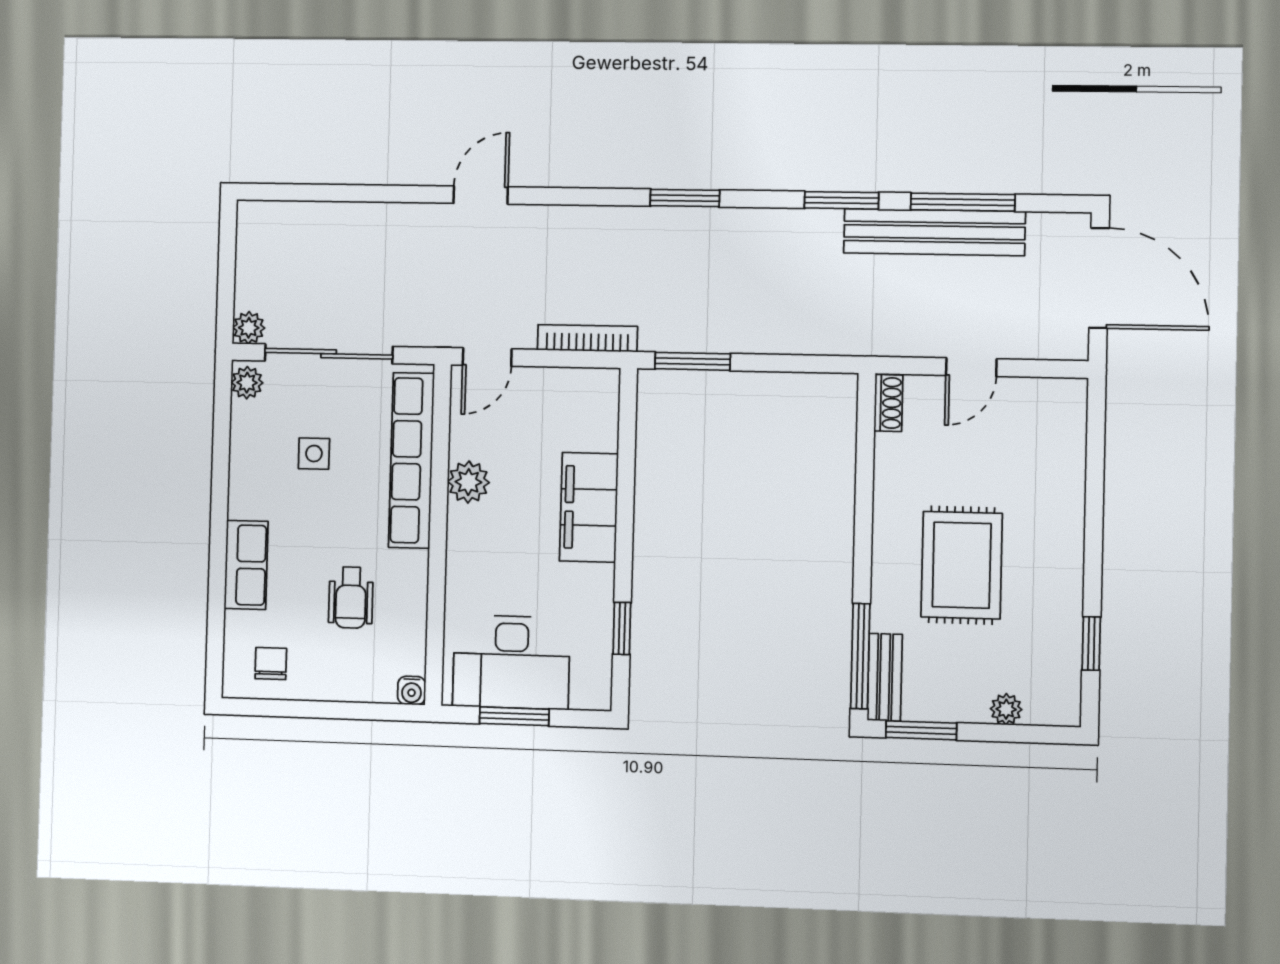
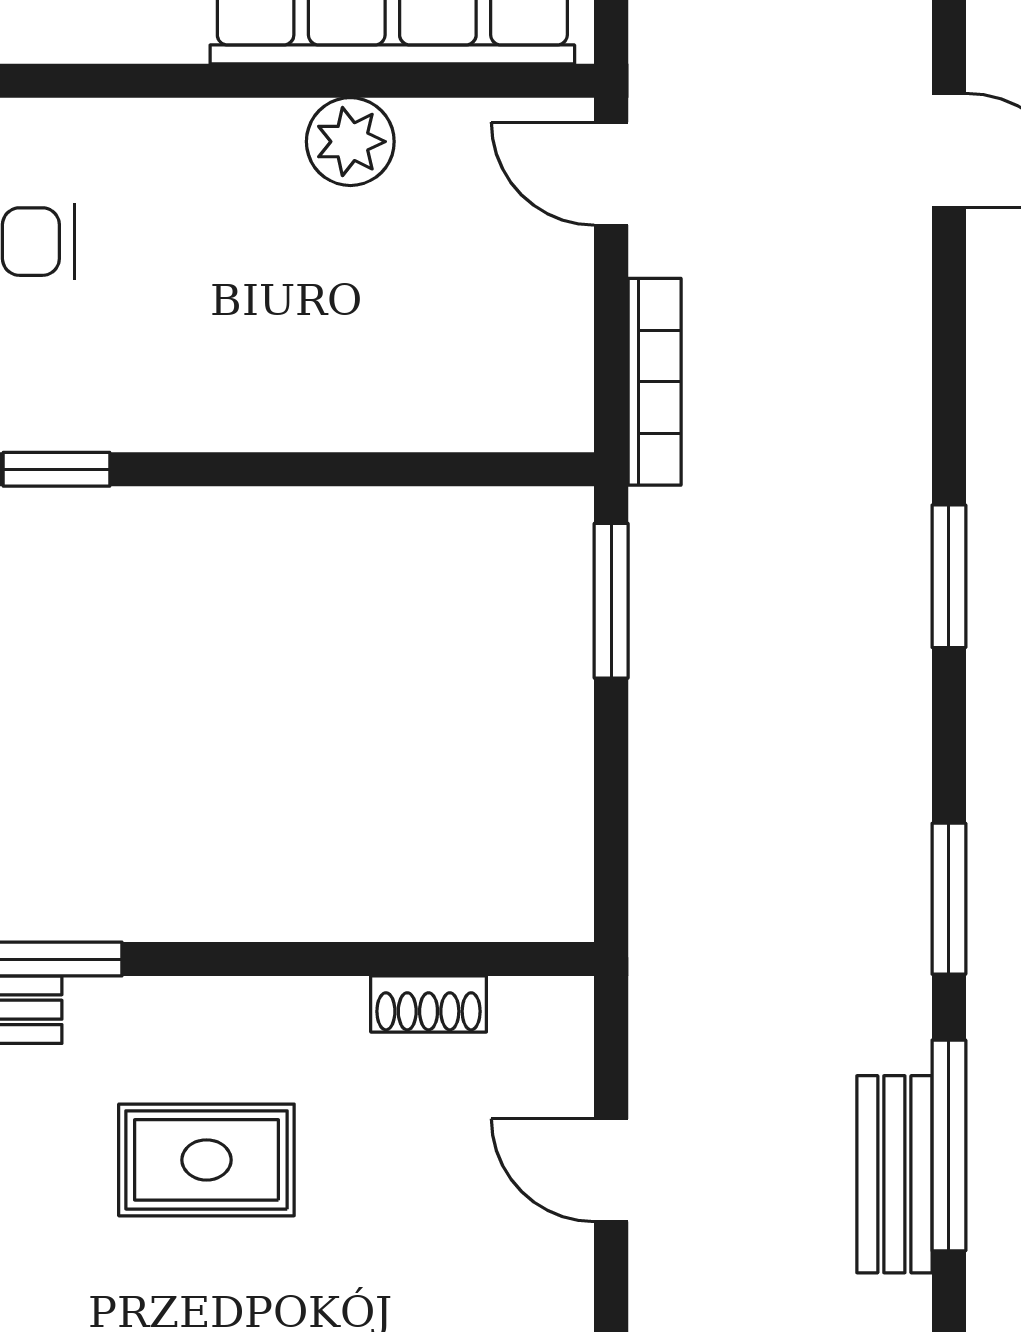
bench: (934, 232) -> (894, 1174), width x0.54, depth x0.82
shoe rack: (888, 403) -> (429, 1004), moved
filing cabinet: (589, 507) -> (304, 394), removed
rug: (962, 565) -> (206, 1160), width x0.73, depth x0.70

